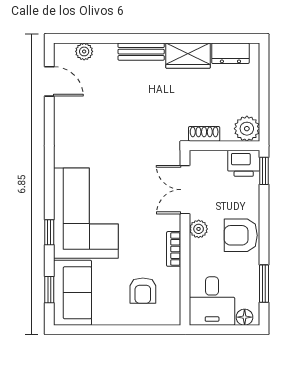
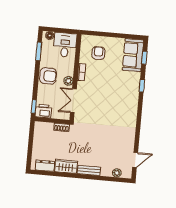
door: (49, 81) -> (135, 160), swing flipped
plant: (247, 129) -> (40, 128), removed
double door: (185, 190) -> (73, 101), swing flipped
corner sofa: (86, 213) -> (123, 94), removed

